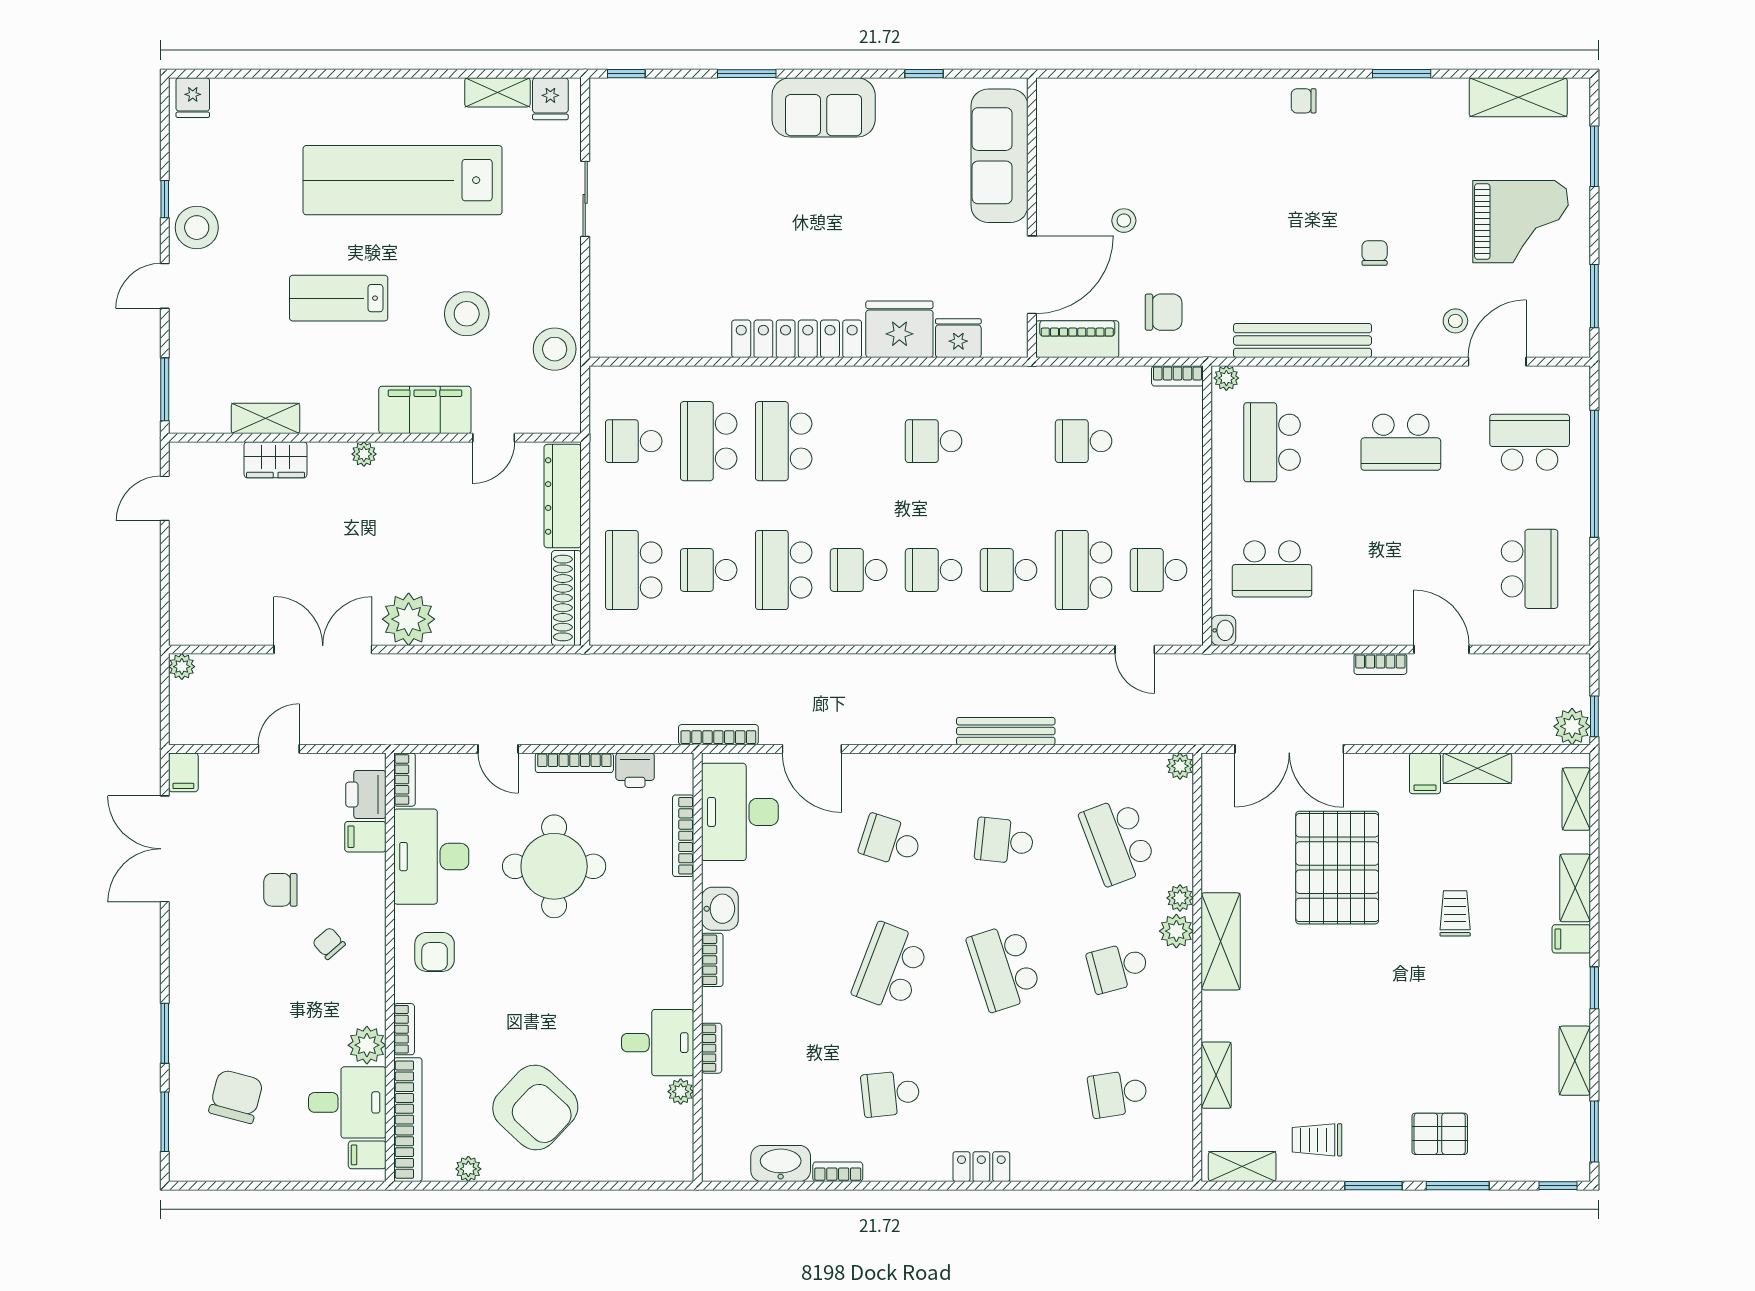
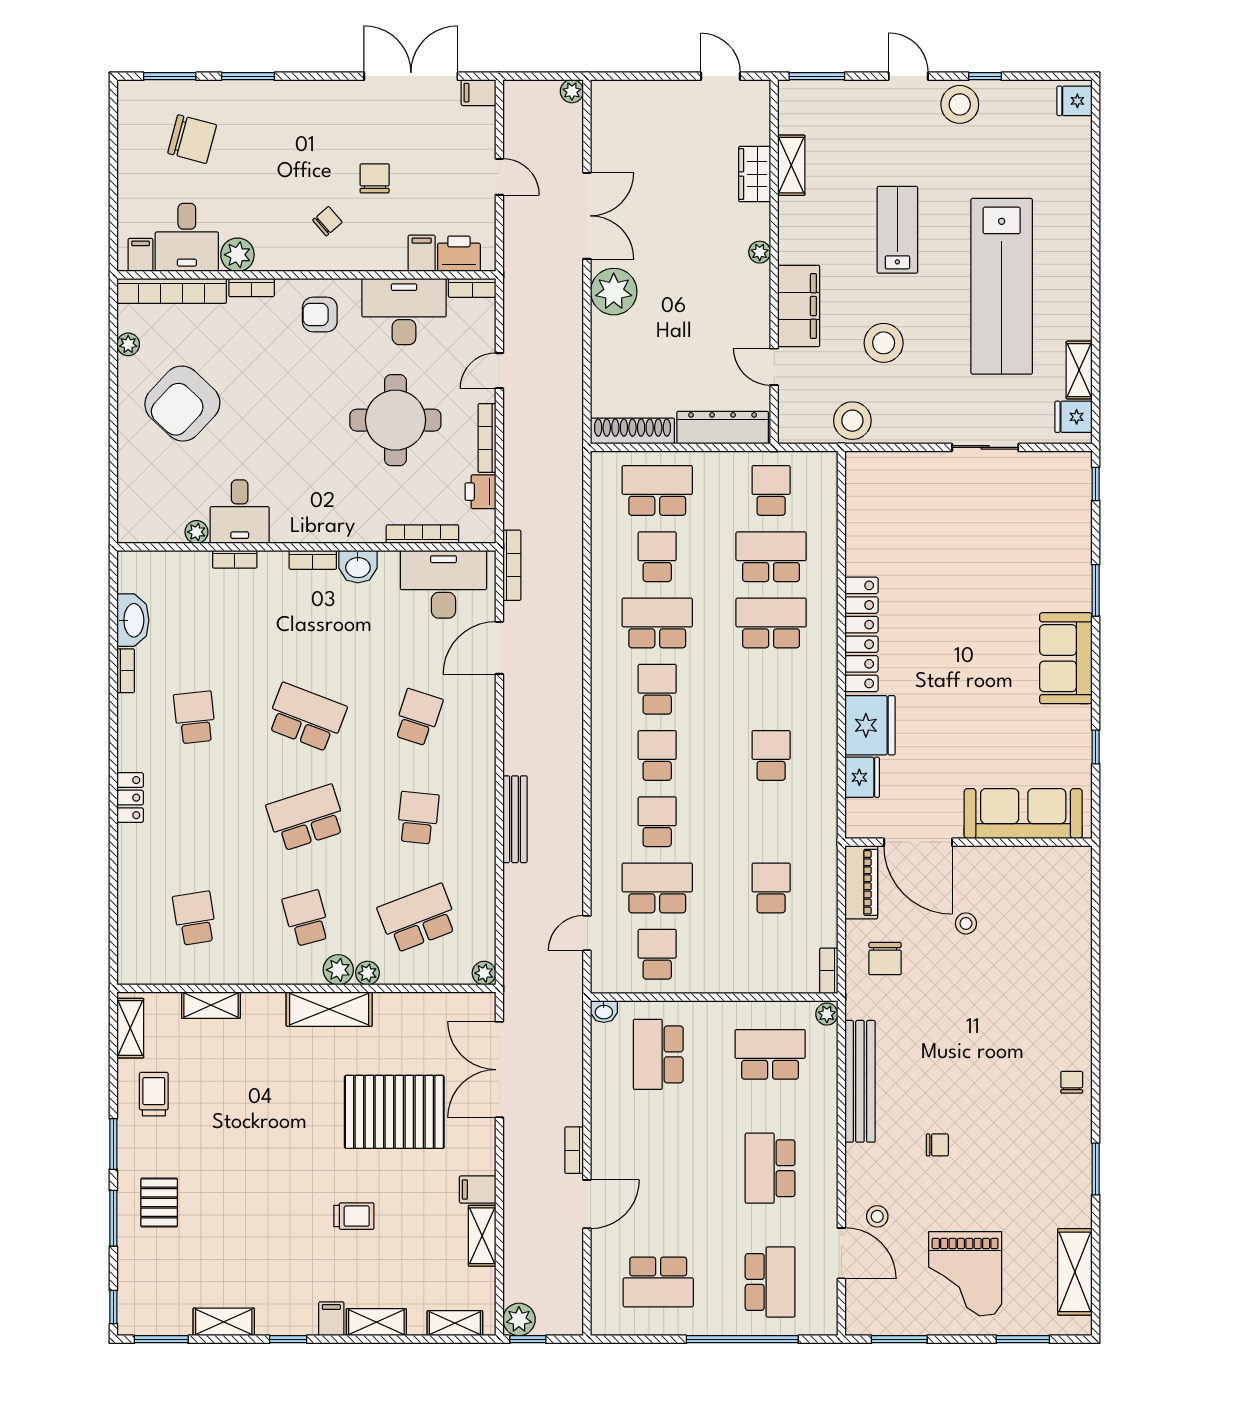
lab bench: (403, 180) -> (1002, 286), turned 180

